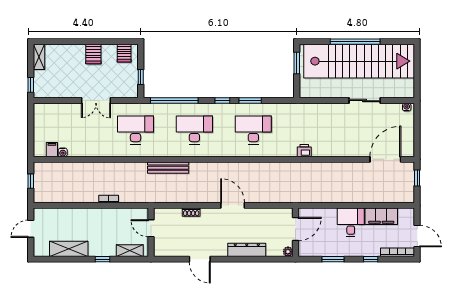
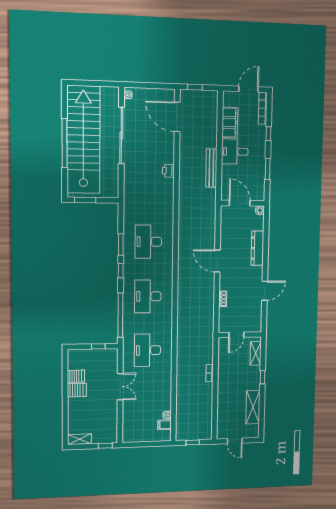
server rack: (124, 53) -> (76, 376), moved
sliding door: (365, 101) -> (121, 135), width x1.86
printer: (304, 151) -> (168, 171), moved
bench: (168, 168) -> (211, 168), moved
door: (233, 205) -> (217, 261), hinge flipped

